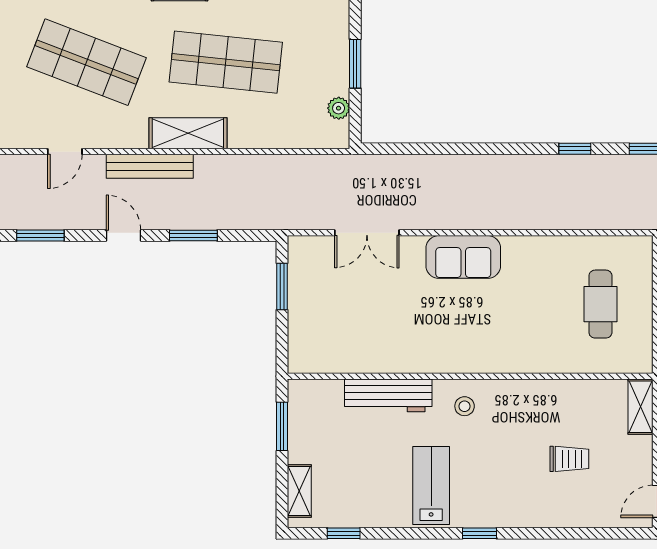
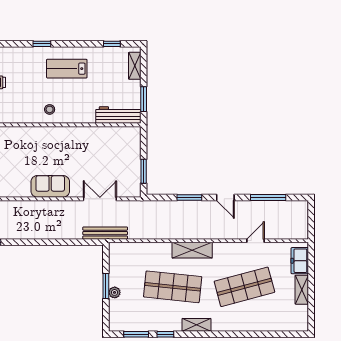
shop shelf: (87, 62) -> (244, 287), turned -36
plant: (339, 108) -> (115, 292), moved
bench: (150, 166) -> (105, 233), moved
window: (40, 235) -> (268, 197), width x1.44
workbench: (388, 395) -> (118, 115), moved
lab bench: (431, 485) -> (67, 69), turned 90

